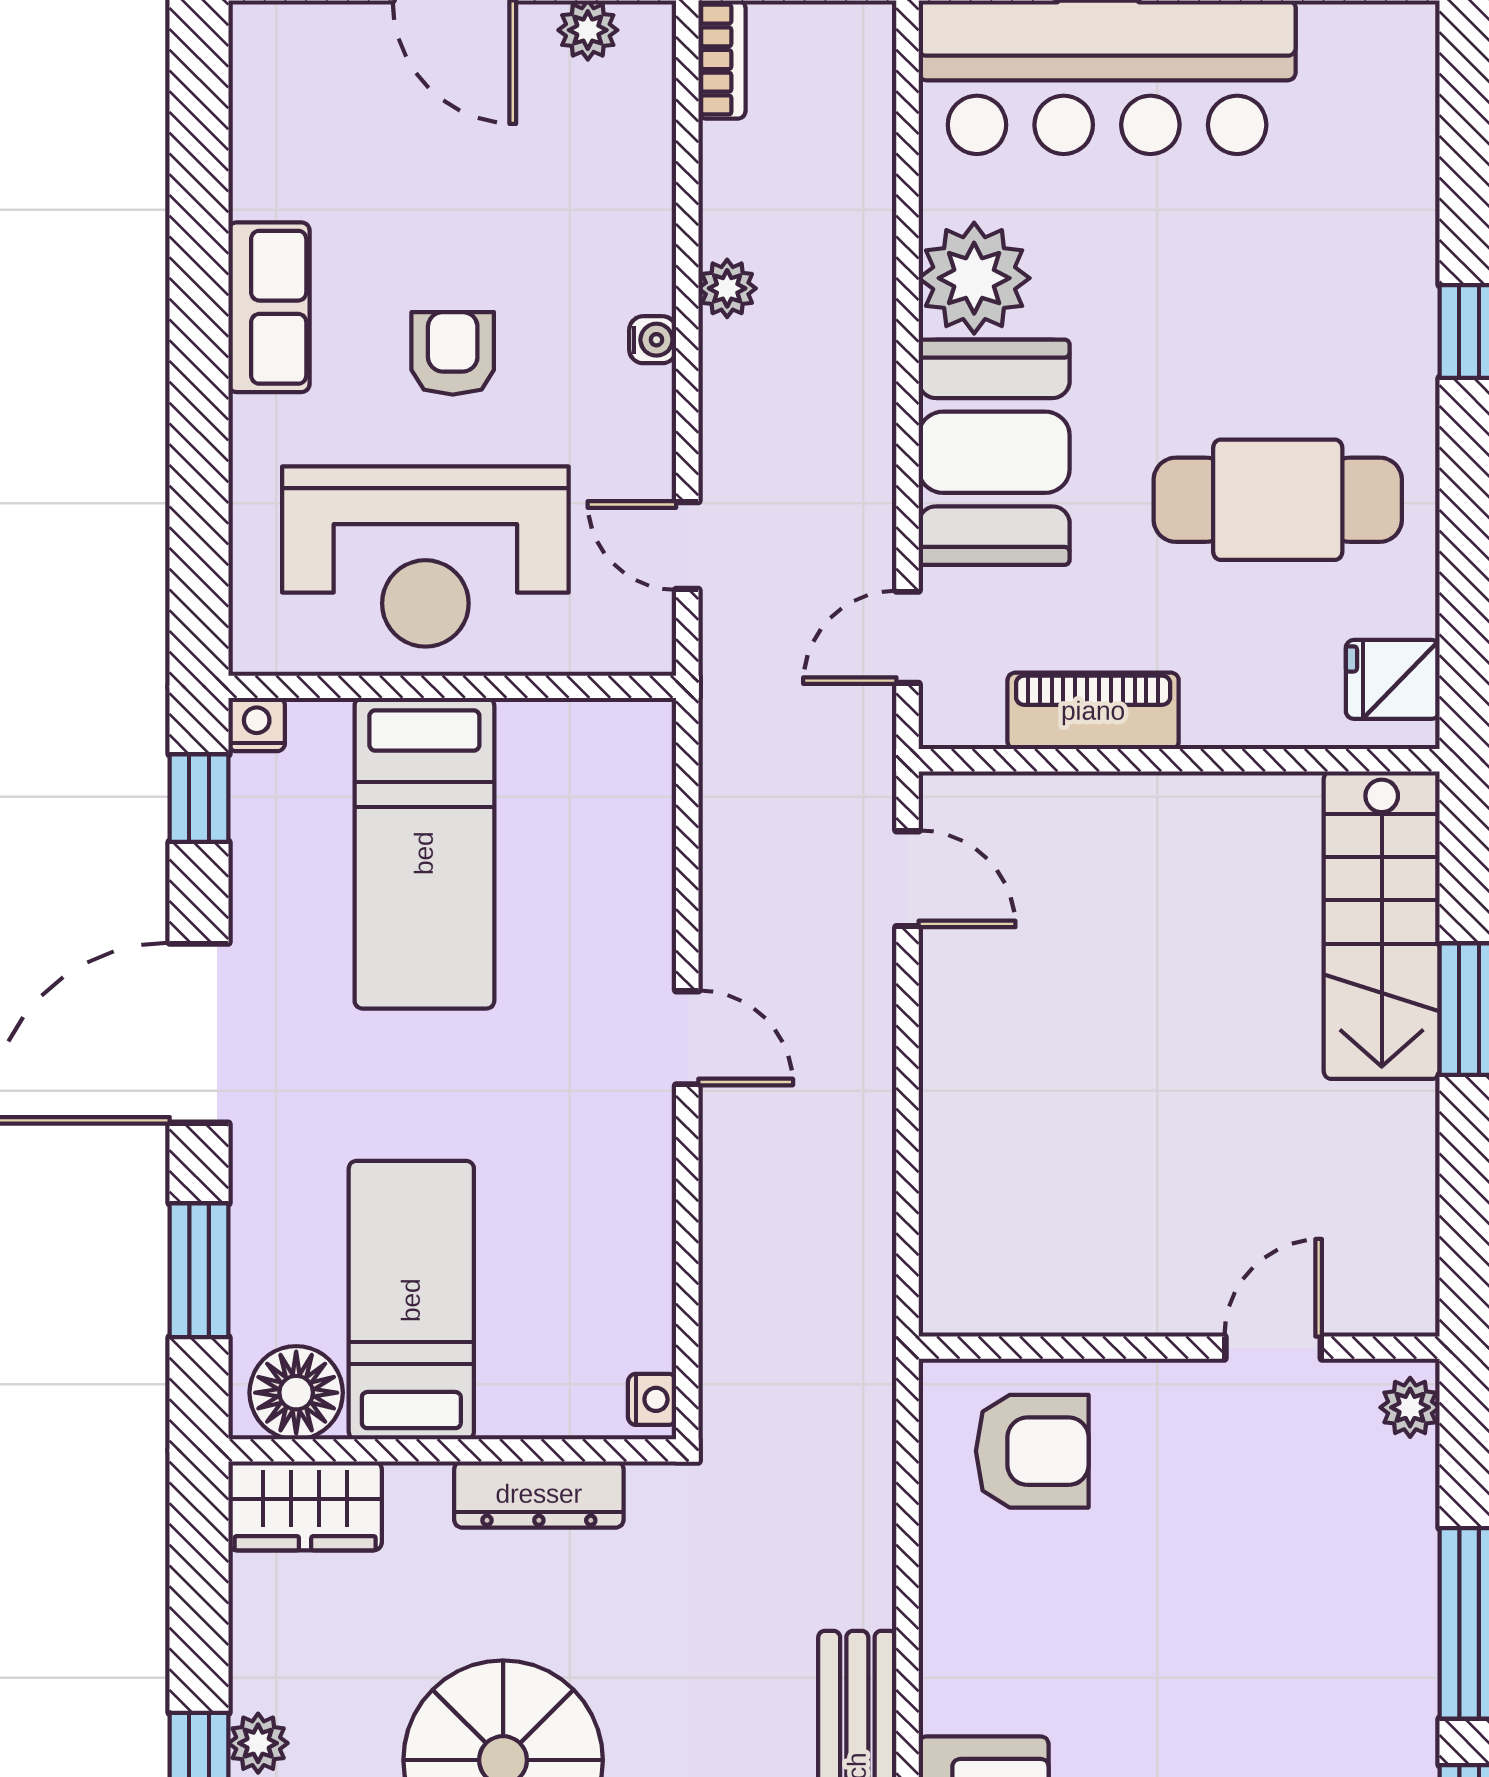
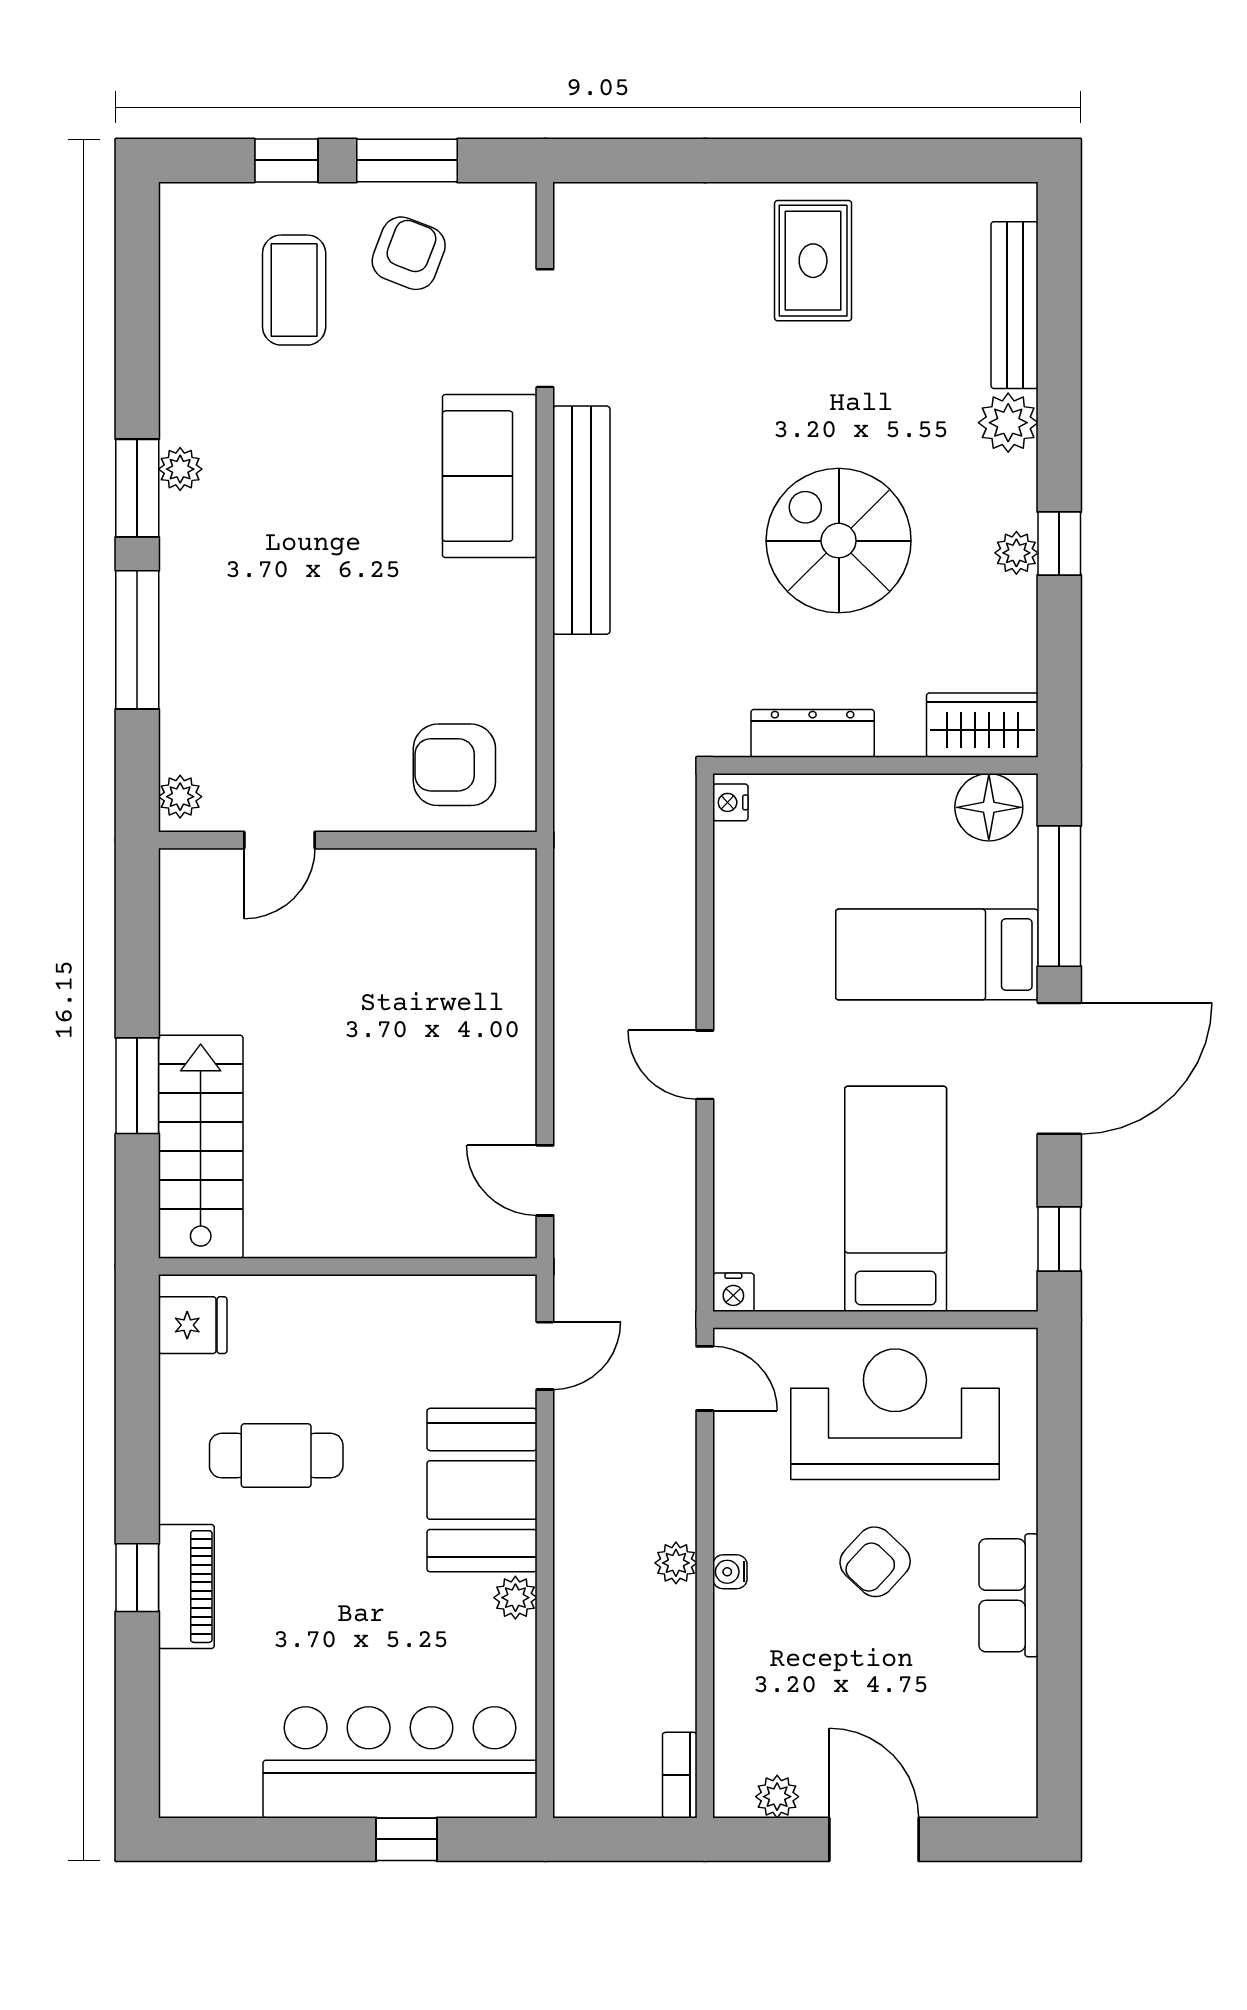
plant: (974, 278) -> (515, 1598), width x0.53, depth x0.53
plant: (727, 288) -> (676, 1563), moved
armchair: (453, 353) -> (875, 1562), turned 43
cafe table: (1278, 500) -> (276, 1456), width x0.73, depth x0.74
door: (687, 546) -> (705, 1378), moved
piano: (1093, 711) -> (186, 1587), moved, turned -90
nightstand: (257, 725) -> (733, 1292), moved
window: (199, 1270) -> (1059, 896), width x1.44
bed: (411, 1300) -> (937, 954), moved, turned 90

